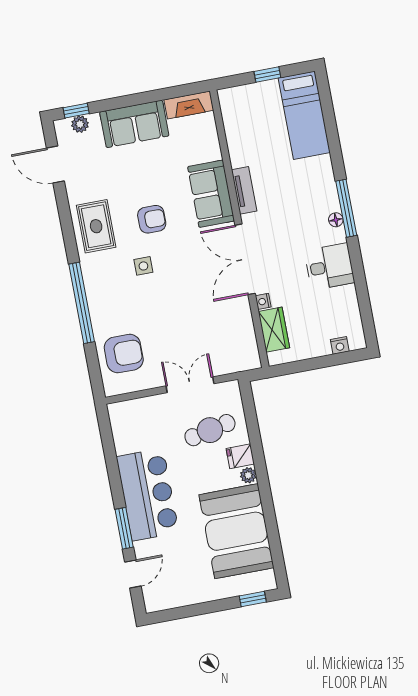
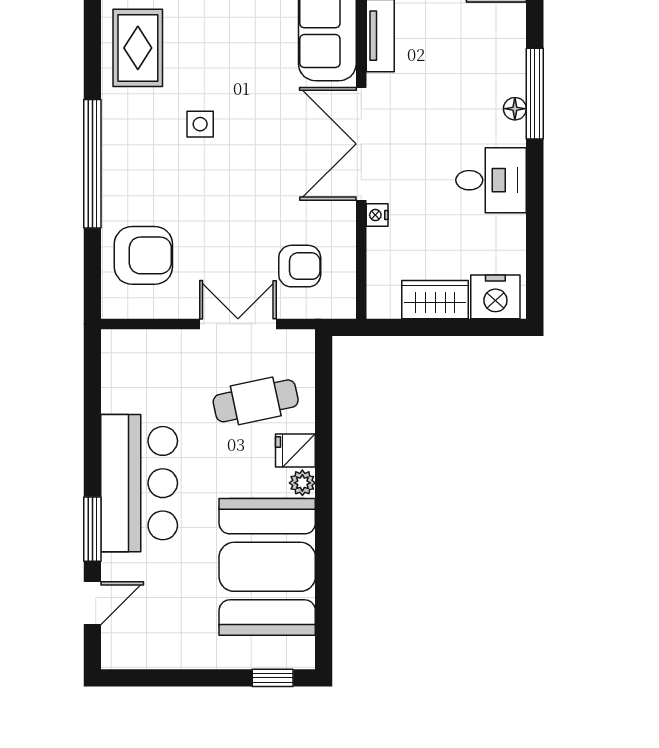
armchair: (152, 219) -> (300, 266), moved
wardrobe: (274, 330) -> (435, 300), moved, turned -90
nightstand: (340, 345) -> (495, 297), width x1.89, depth x1.79

